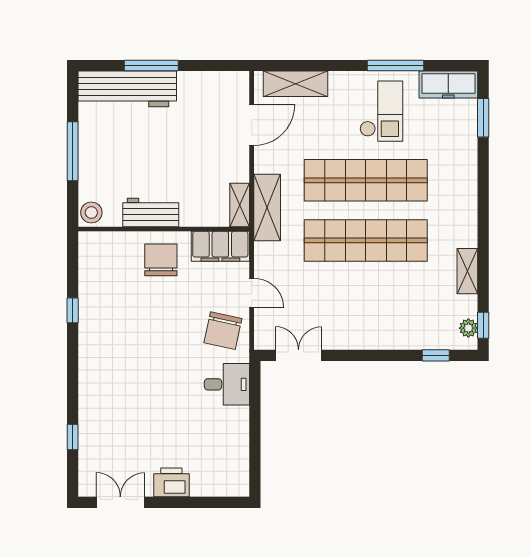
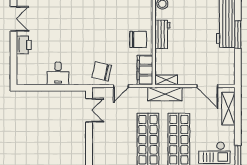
desk: (227, 384) -> (58, 73), moved

